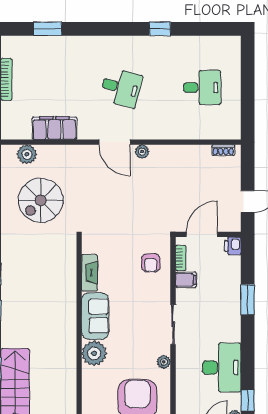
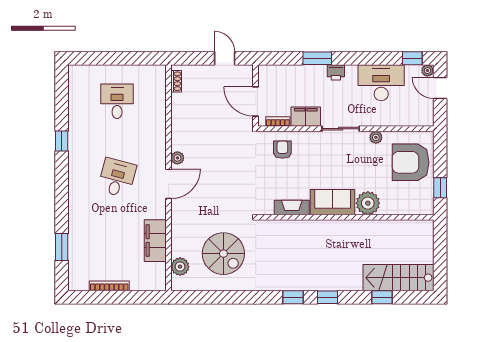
printer: (233, 246) -> (336, 72), moved
armchair: (151, 263) -> (282, 150), turned -90
filing cabinet: (186, 280) -> (306, 117), width x2.00

